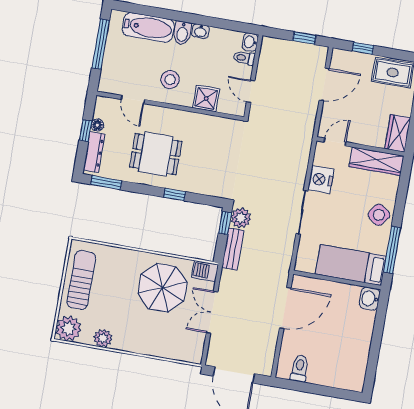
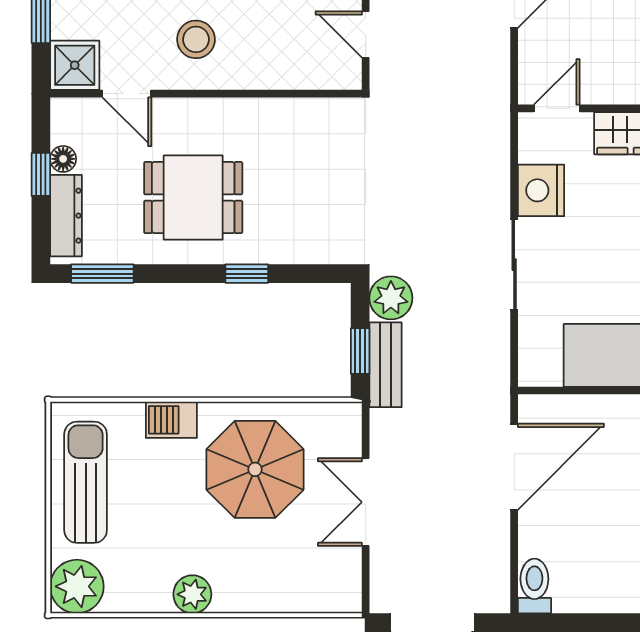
shower: (206, 98) -> (75, 65), moved
window: (225, 223) -> (360, 351), moved
barbecue: (205, 271) -> (171, 420), moved
plant: (103, 338) -> (192, 594), moved
toilet: (299, 368) -> (534, 586), moved

